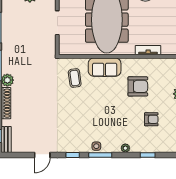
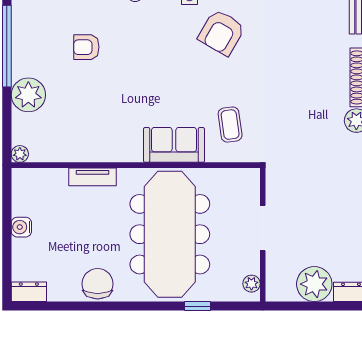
armchair: (138, 86) -> (221, 33), moved, turned -60

